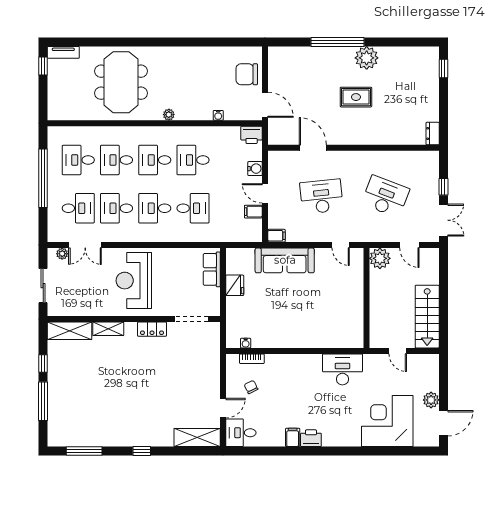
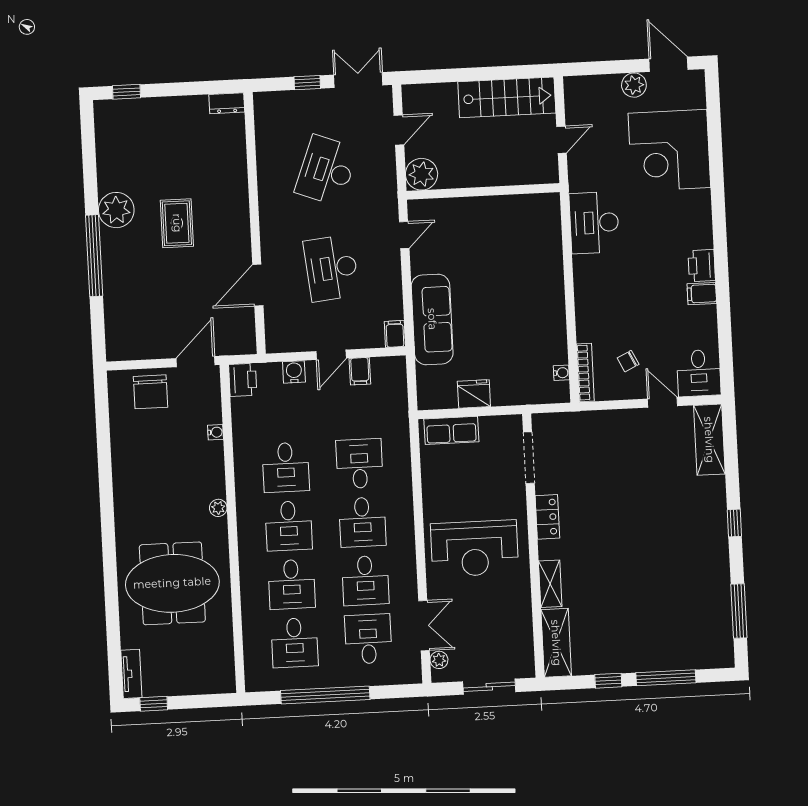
bookcase: (252, 359) -> (585, 372), width x1.56

